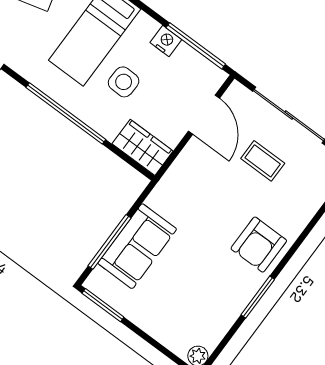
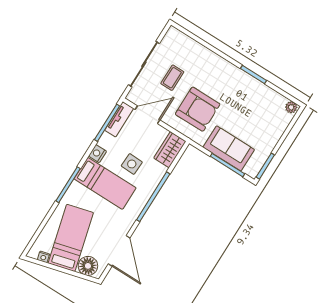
nightstand: (166, 41) -> (97, 154), moved
tv unit: (200, 67) -> (119, 119), added
armchair: (259, 245) -> (198, 109), moved, width x1.36, depth x1.36

